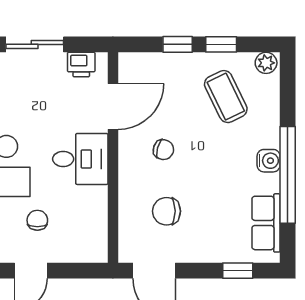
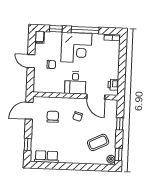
sliding door: (35, 44) -> (122, 66), removed
window: (221, 44) -> (119, 154), moved
water cooler: (269, 161) -> (72, 159), removed
window: (288, 175) -> (65, 166), removed

